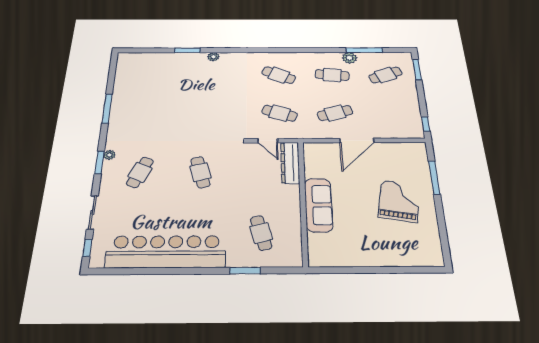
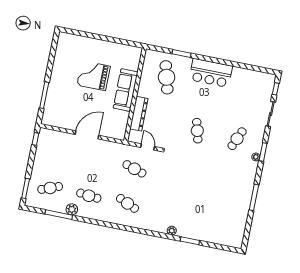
cafe table: (335, 113) -> (96, 161), removed
dresser: (290, 163) -> (139, 114), moved
grand piano: (399, 201) -> (94, 76), moved, turned 80
cafe table: (261, 233) -> (167, 77), width x1.37, depth x1.35
bar counter: (166, 252) -> (211, 73), width x0.54

